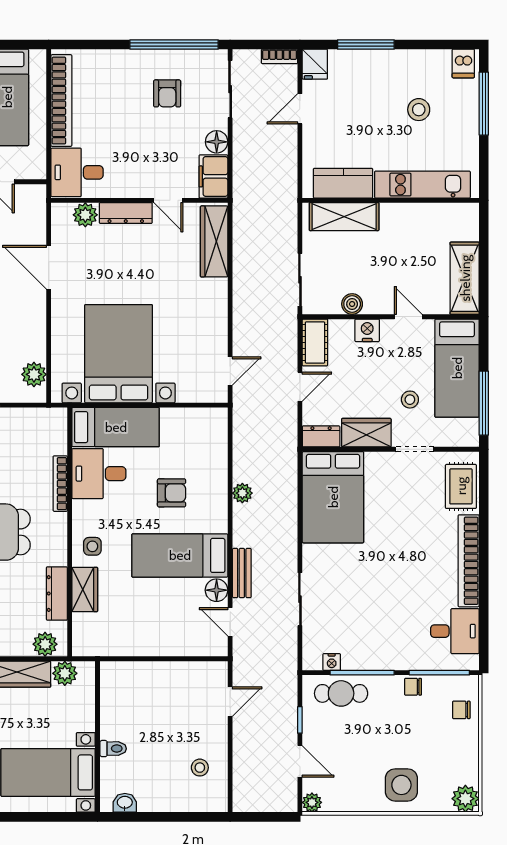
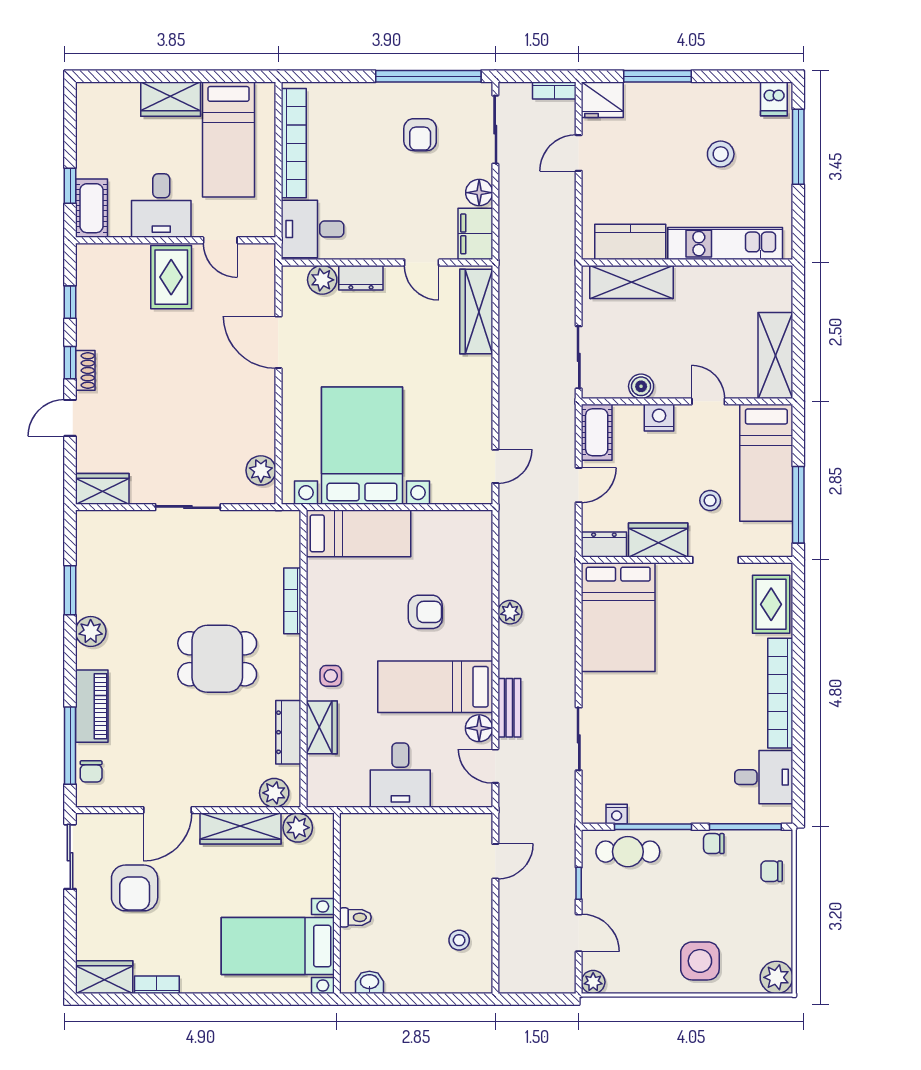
fridge: (315, 64) -> (602, 100), width x1.38
dresser: (126, 213) -> (361, 278), width x0.70
desk: (99, 474) -> (400, 775), moved, turned -90

